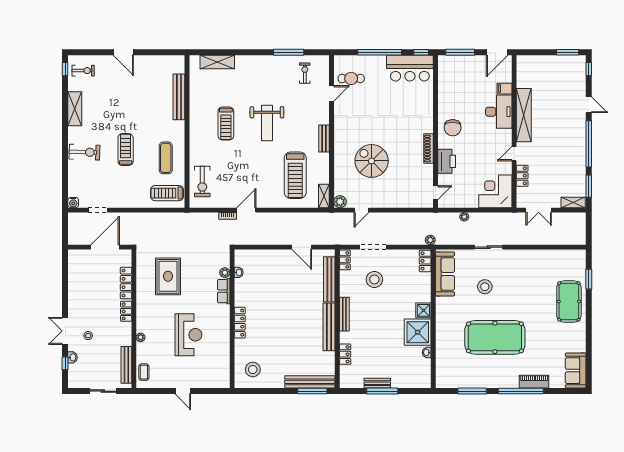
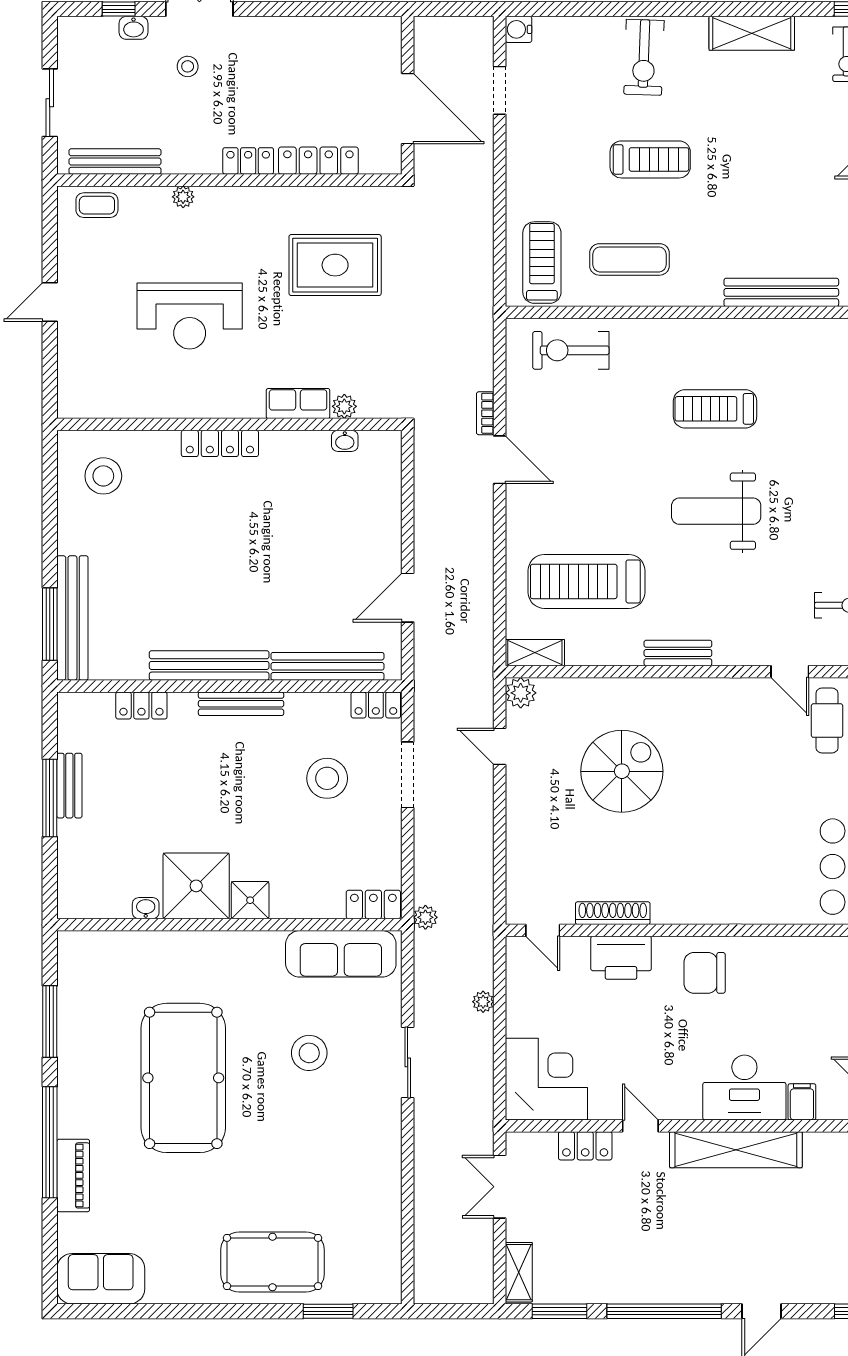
shoe rack: (429, 149) -> (613, 913), moved

